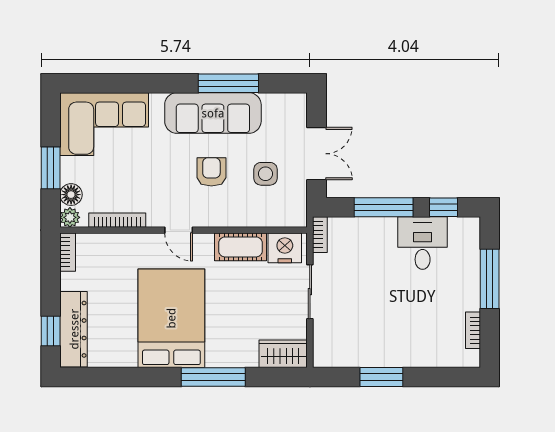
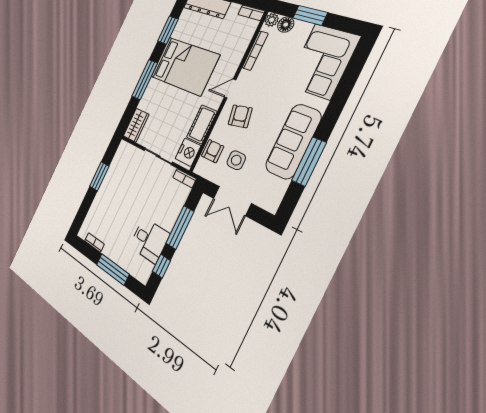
armchair: (211, 172) -> (240, 116), moved, turned -101
armchair: (268, 212) -> (213, 151), added
window: (128, 377) -> (168, 30), added

